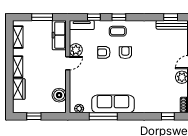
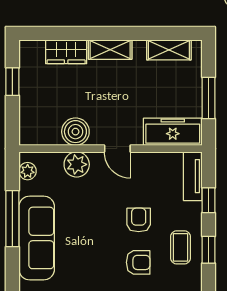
plant: (76, 50) -> (77, 164), moved
boiler: (59, 95) -> (75, 132), moved

